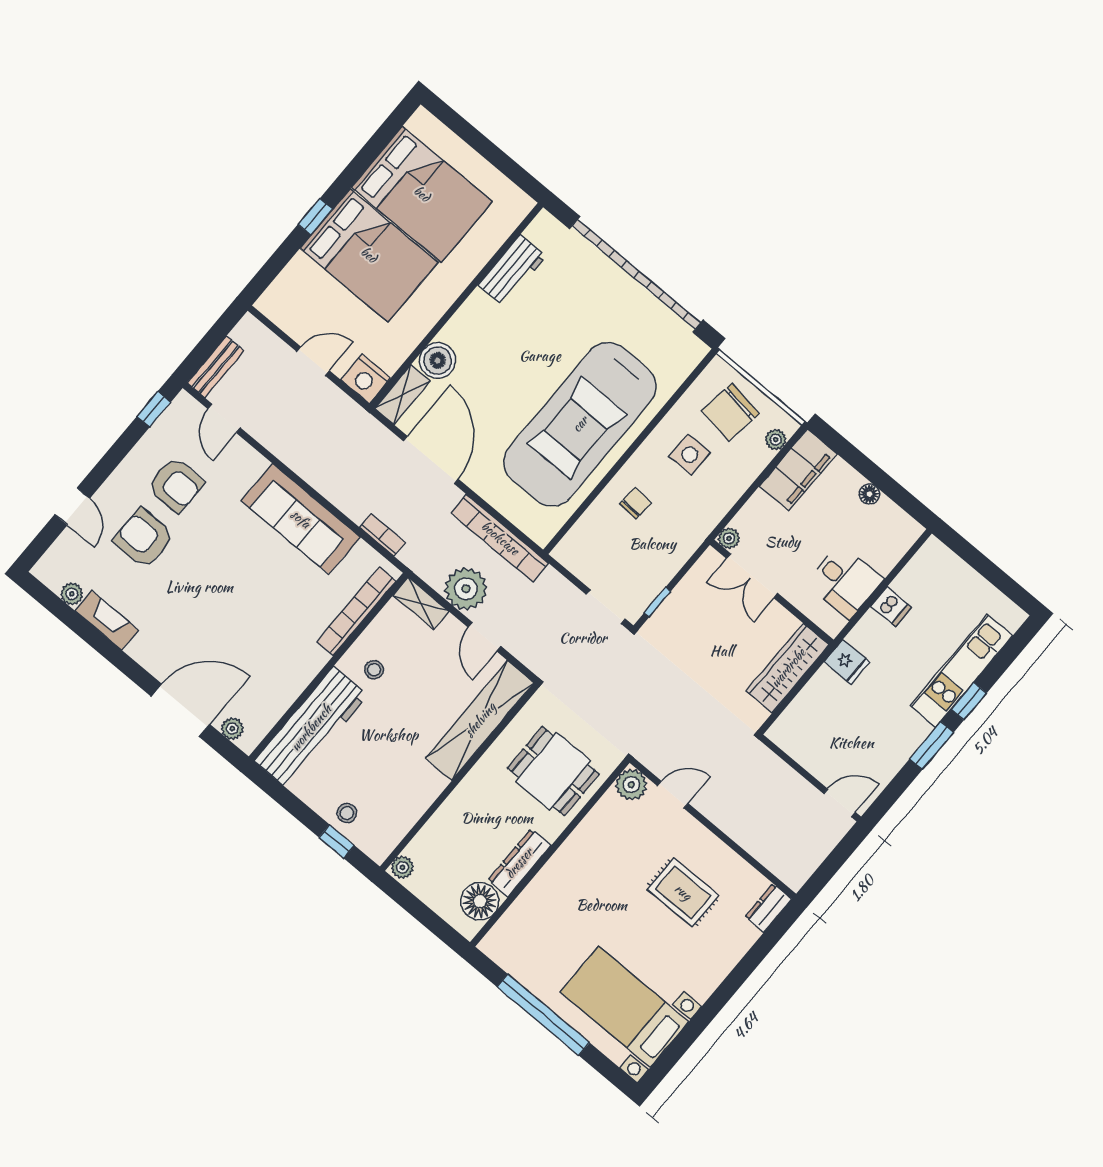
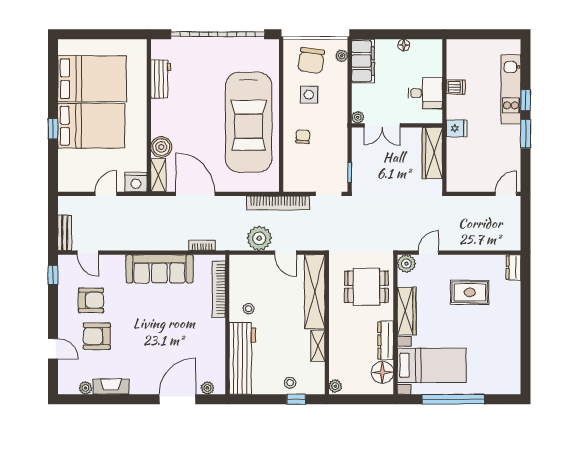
bookcase: (500, 538) -> (278, 203), moved
shelving: (421, 603) -> (318, 346), moved, turned 90
wardrobe: (579, 847) -> (407, 311), added
bed with nightstands: (624, 1007) -> (432, 365), moved, turned 180

